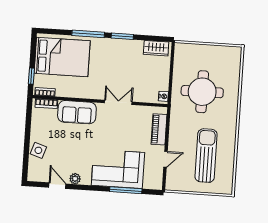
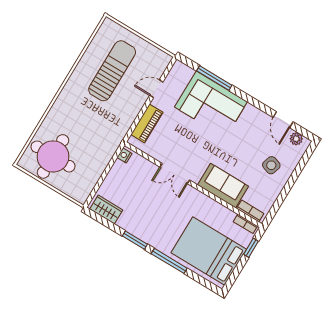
round table: (202, 92) -> (53, 156), moved
side table: (38, 150) -> (271, 165), moved
sun lounger: (206, 156) -> (112, 71), turned 180
plant: (75, 179) -> (296, 139), moved

